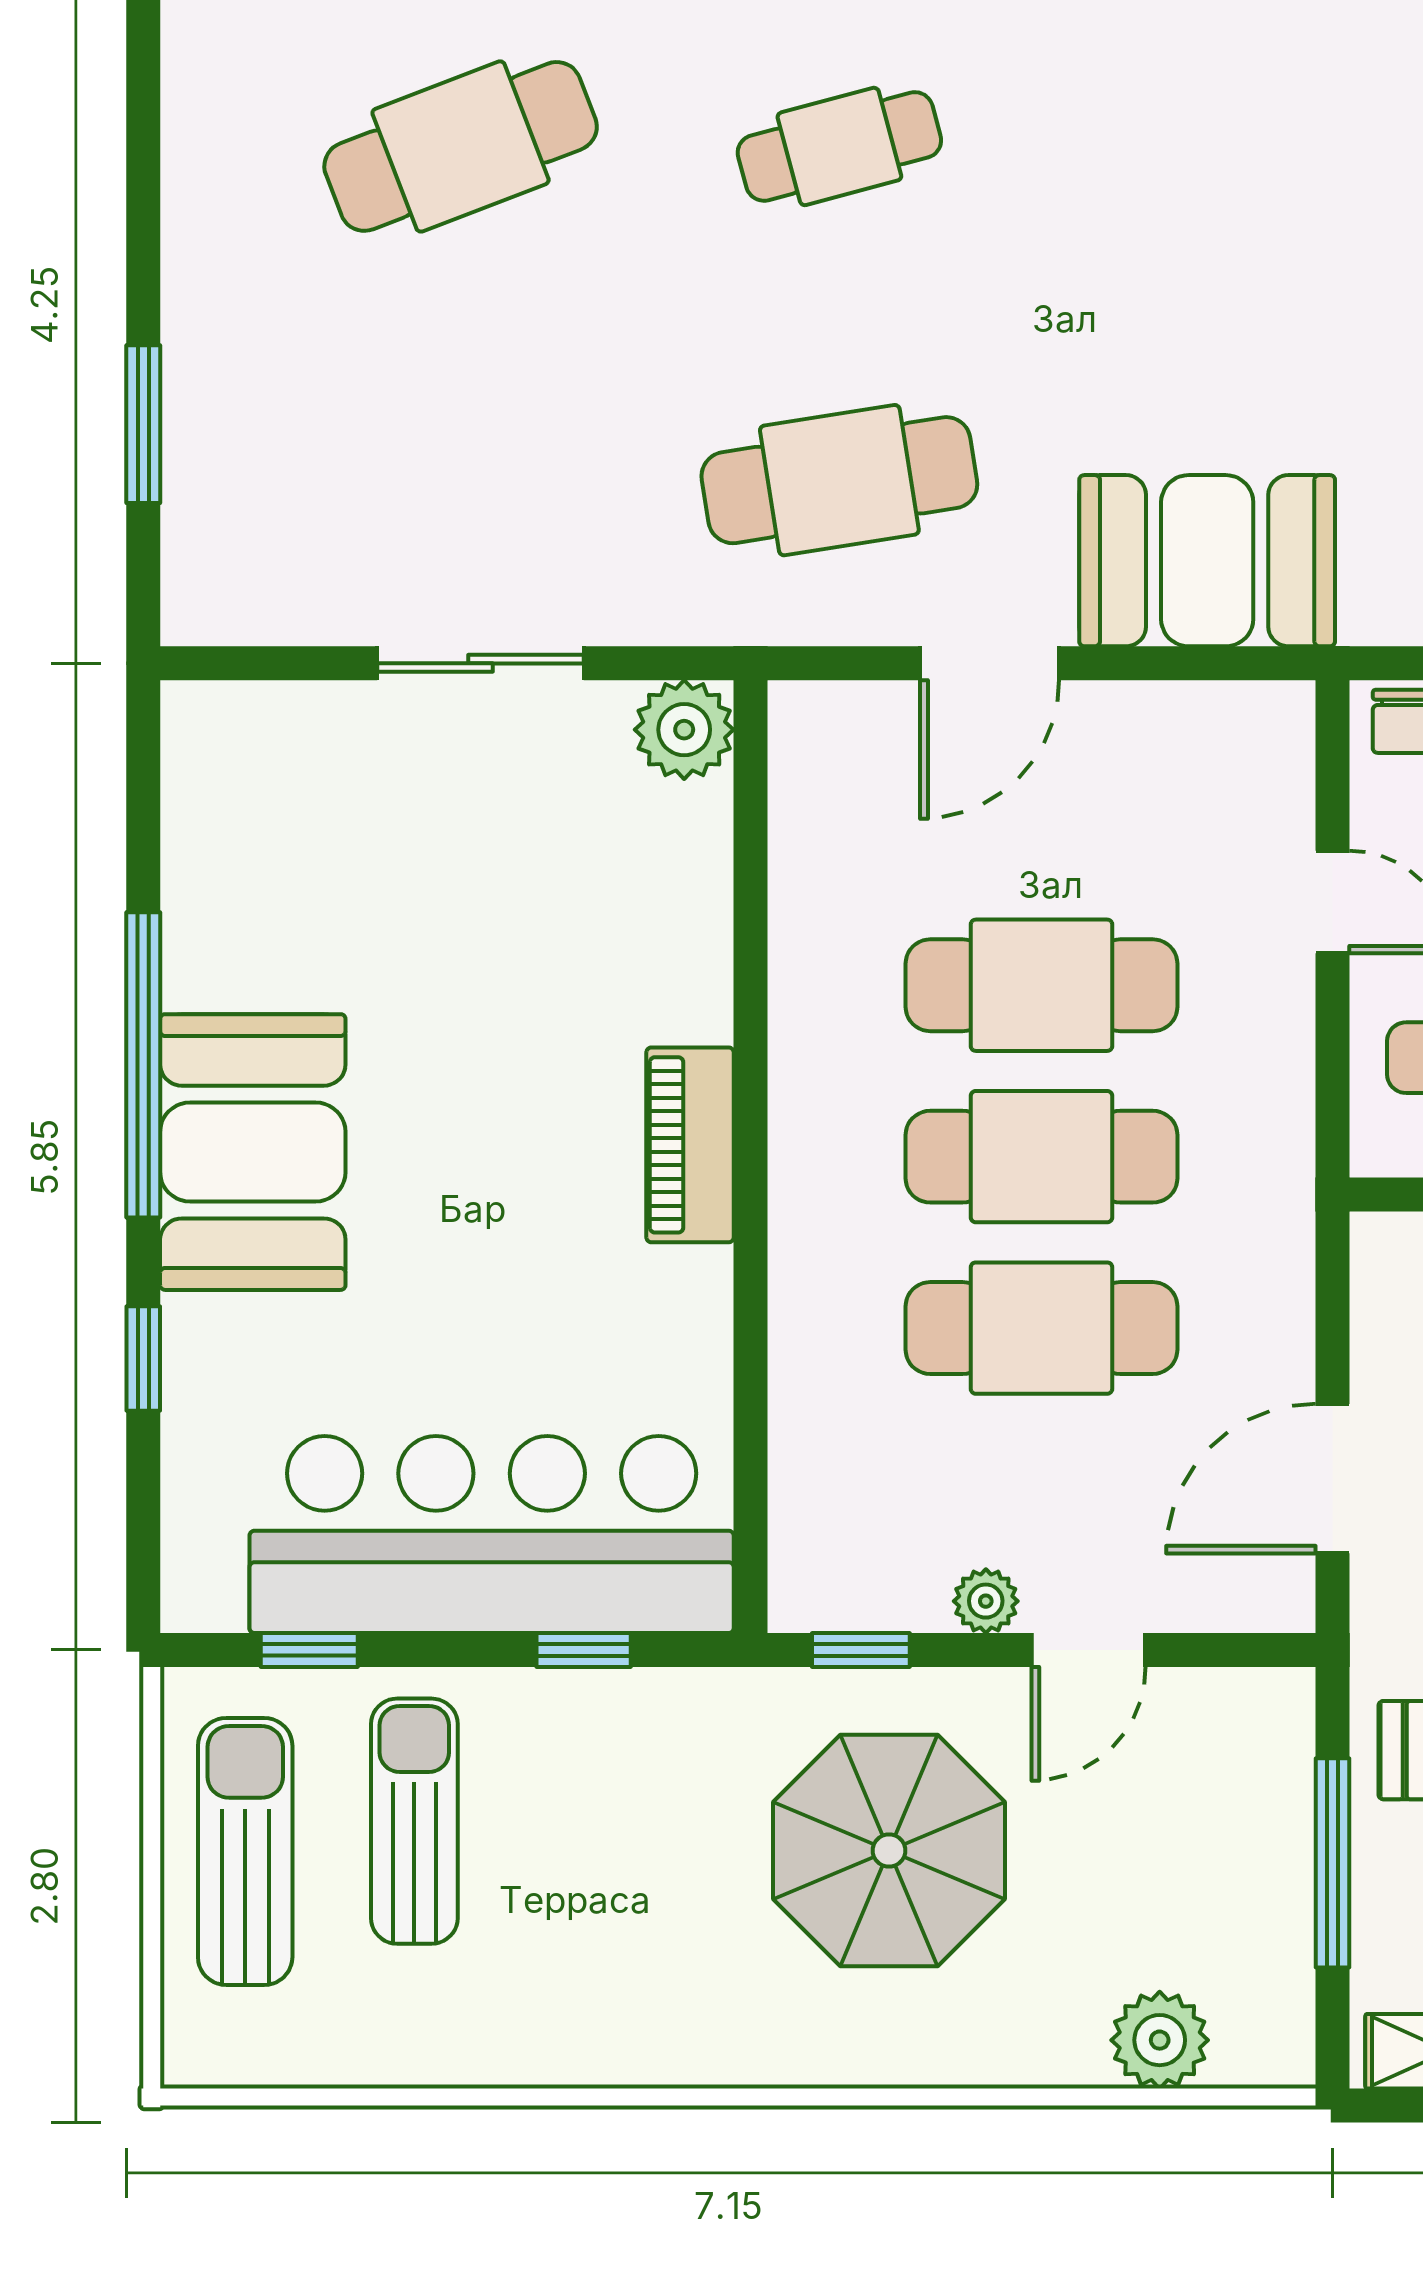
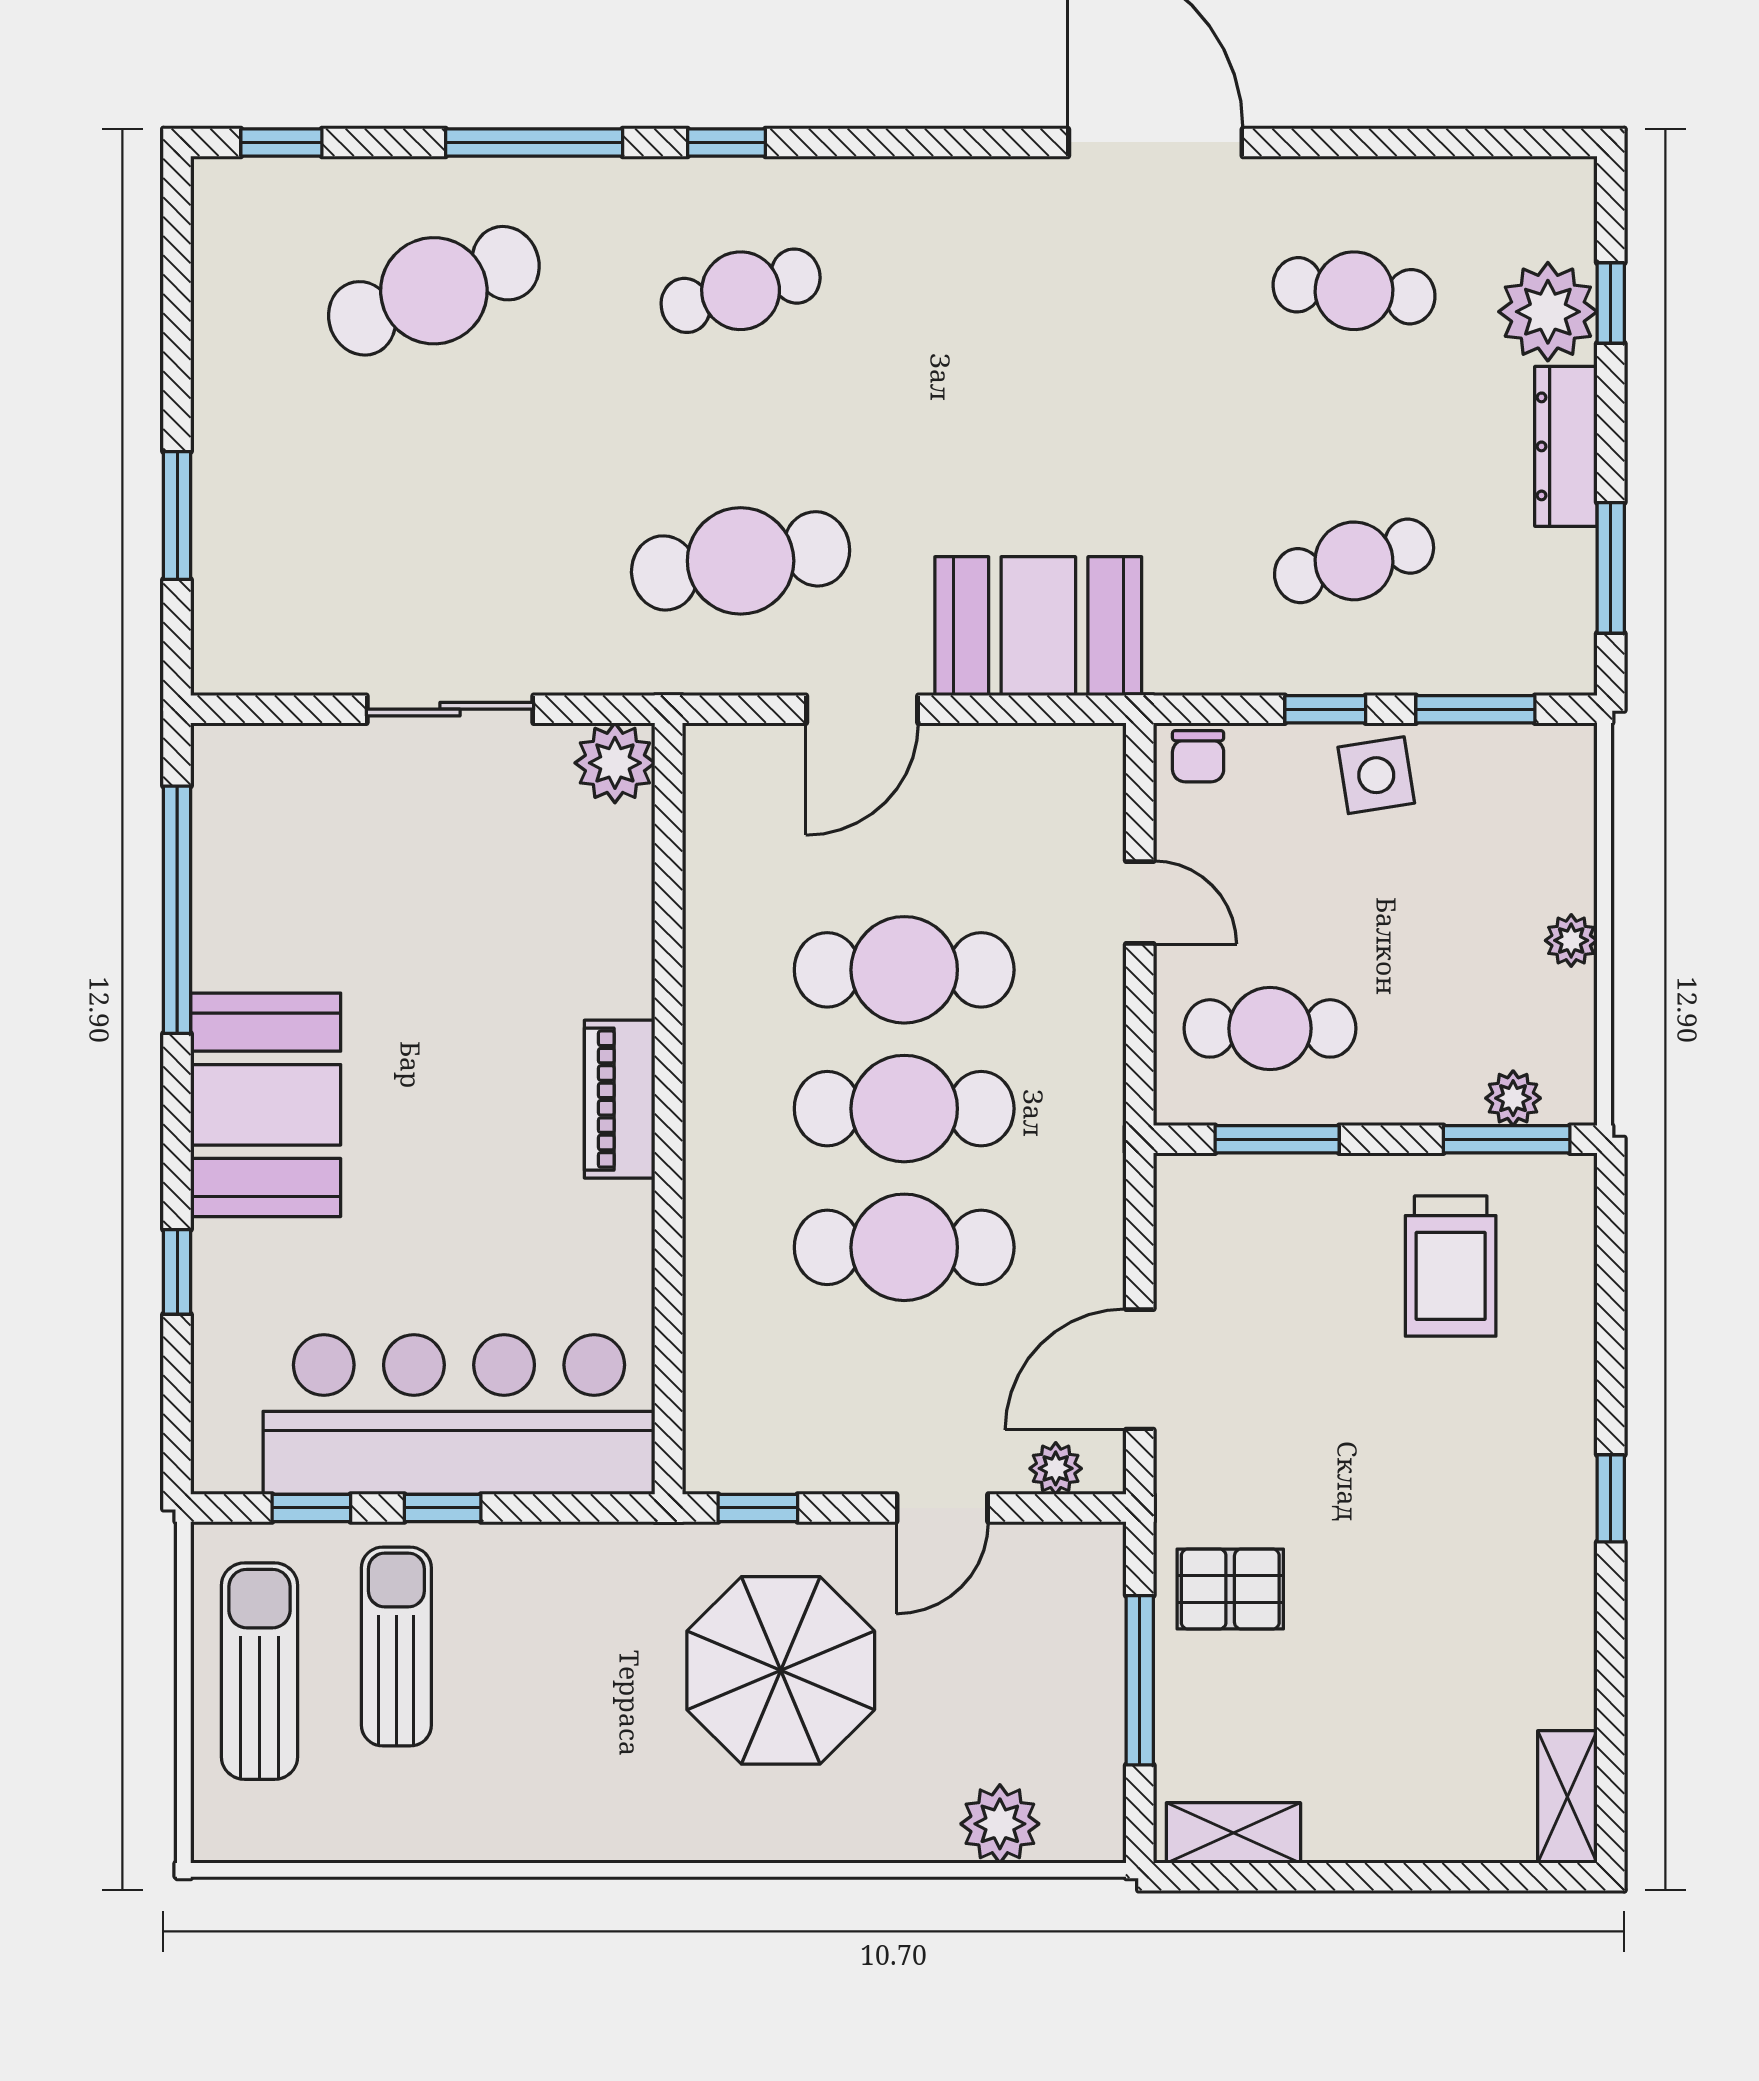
window: (143, 1065) -> (177, 910), moved
plant: (986, 1601) -> (1056, 1468), moved
window: (584, 1650) -> (443, 1508), moved

